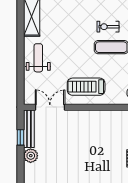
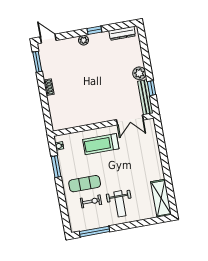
weight bench: (38, 58) -> (120, 204), moved
treadmill: (86, 87) -> (101, 144), turned 180

